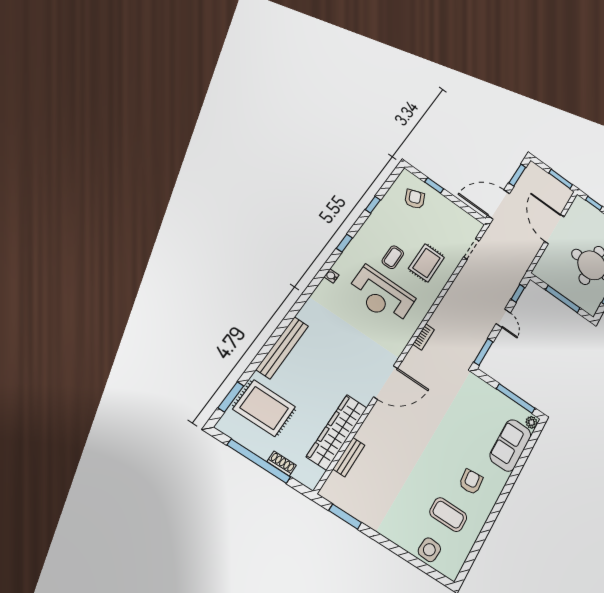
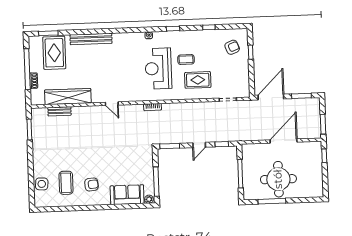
door: (499, 204) -> (271, 97), hinge flipped
door: (386, 383) -> (112, 104), width x0.53

